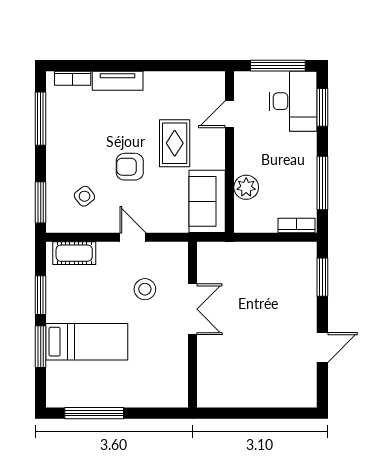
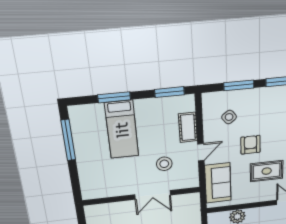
sofa: (207, 201) -> (218, 183), moved, turned 90
window: (41, 202) -> (239, 85), moved
cot: (74, 253) -> (188, 127), moved
window: (41, 295) -> (169, 92), moved

